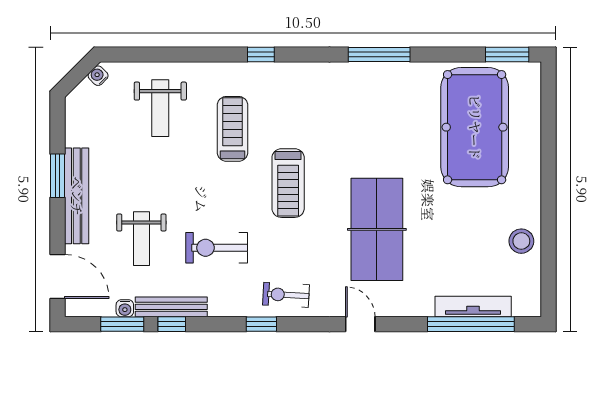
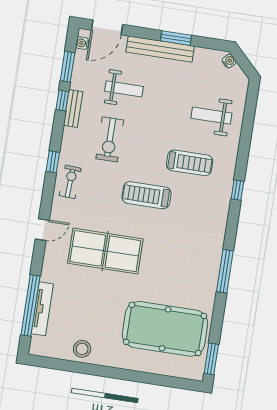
water cooler: (98, 76) -> (229, 61), moved
weight bench: (141, 239) -> (124, 89), turned 180
exercise bike: (217, 248) -> (110, 139), turned 180
bench: (171, 307) -> (73, 109), width x0.73
water cooler: (125, 308) -> (82, 43), moved

